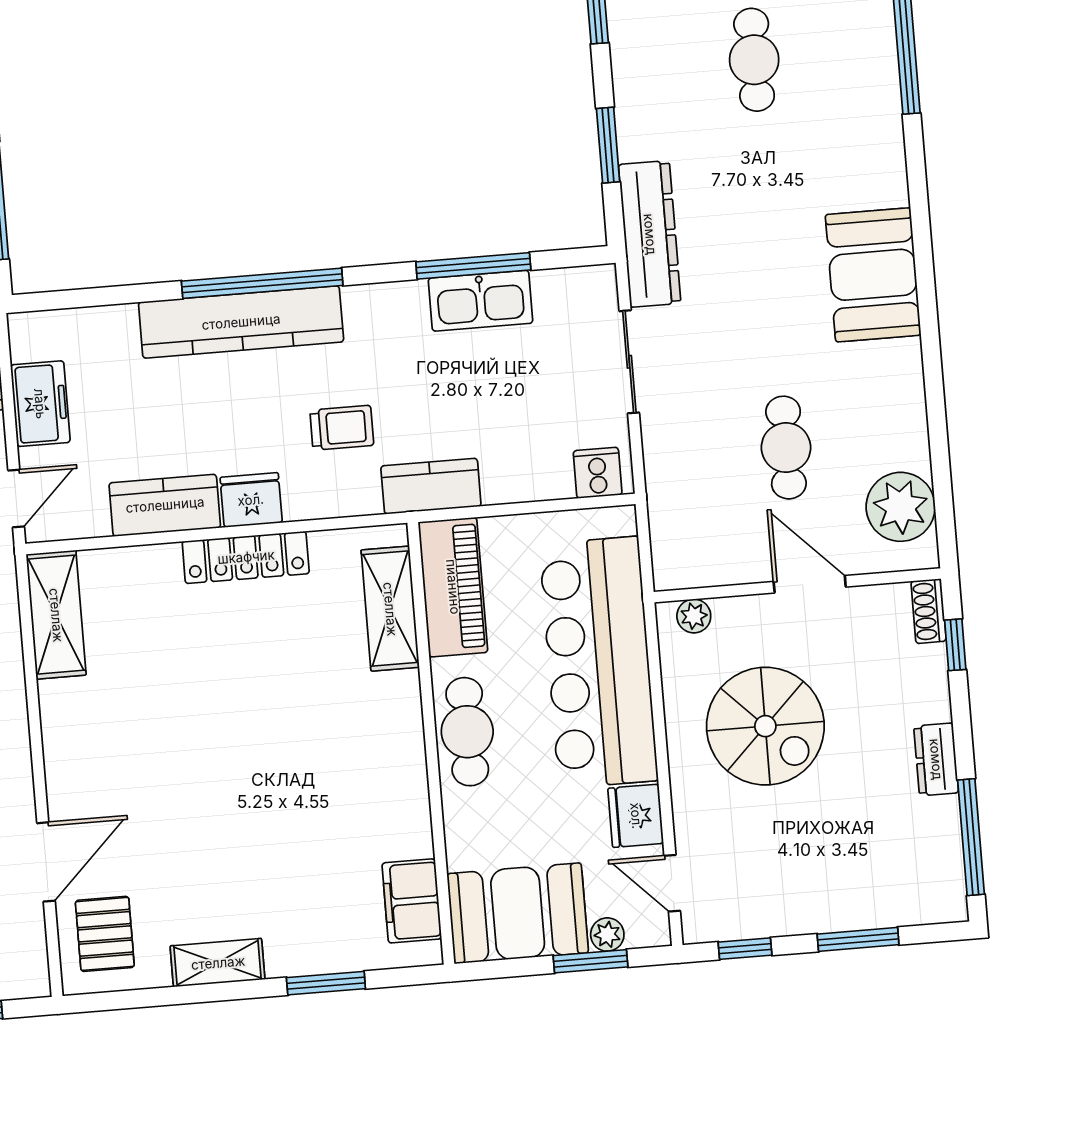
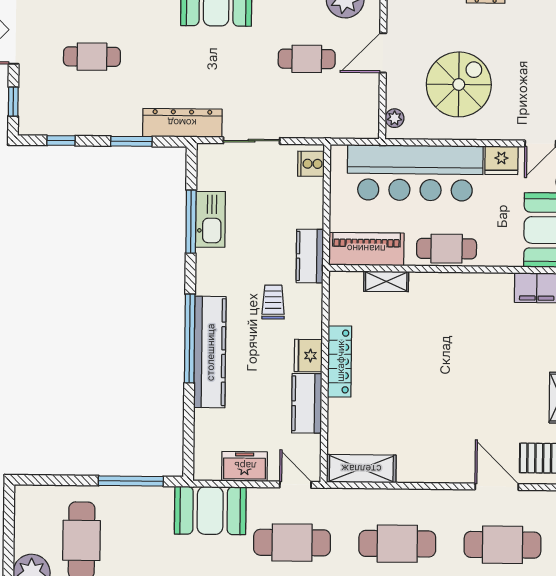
shelving: (390, 609) -> (386, 281), width x0.67, depth x0.75

